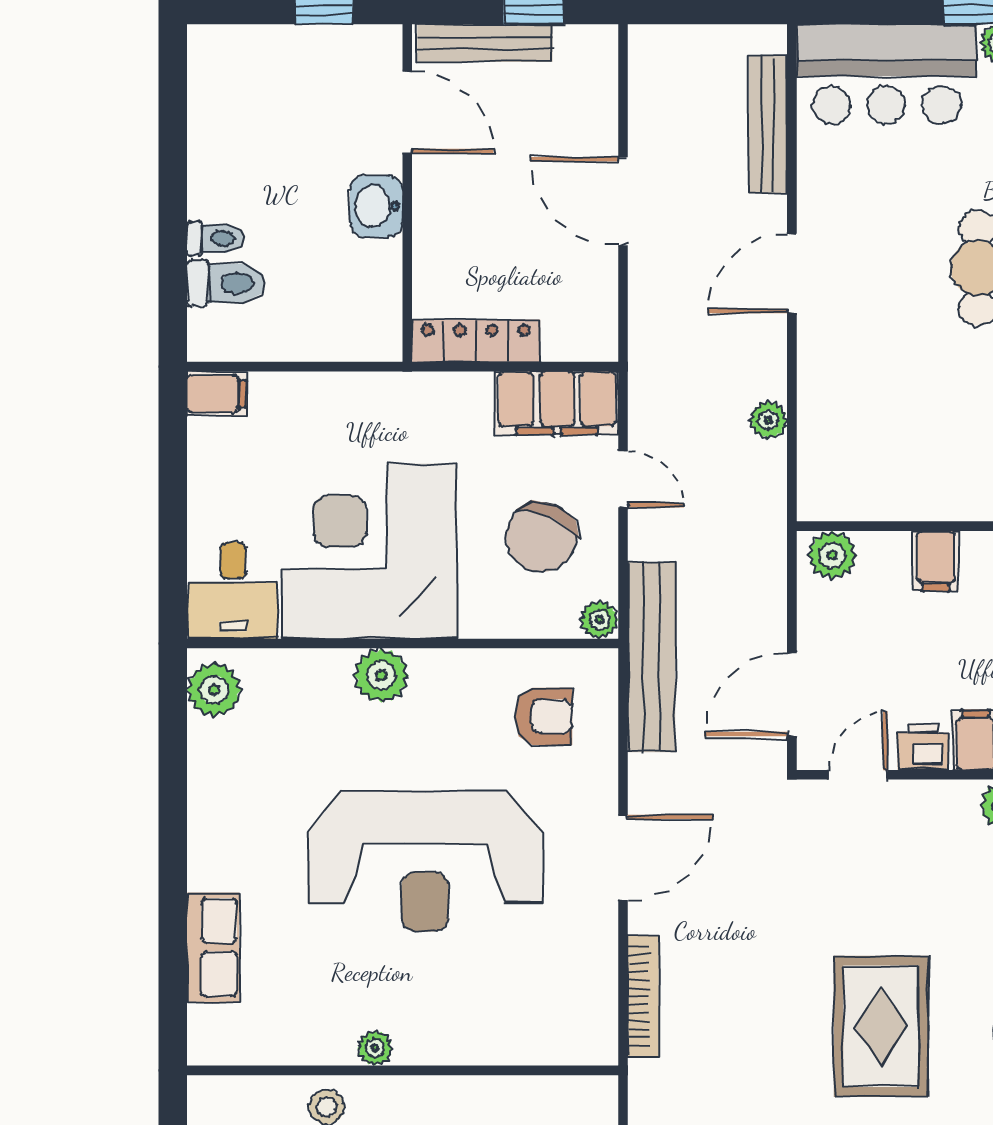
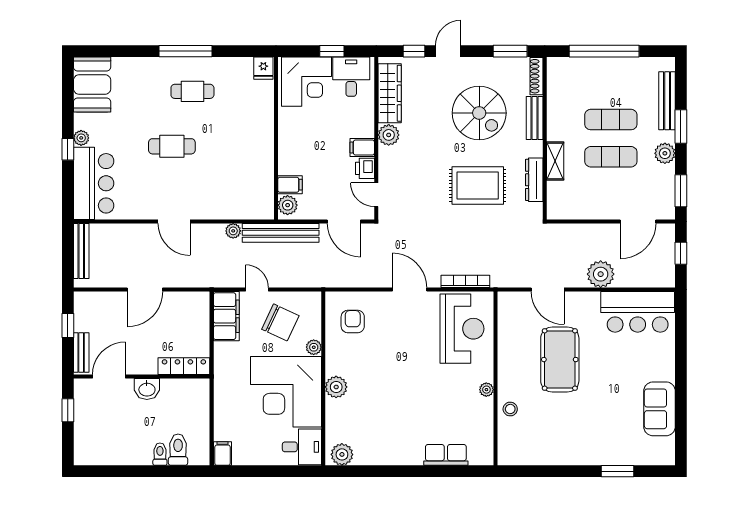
bench: (485, 43) -> (81, 353), width x0.73
bench: (768, 125) -> (81, 251), moved, turned 90
locker: (476, 341) -> (184, 366), moved, turned 90
door: (623, 479) -> (257, 290), hinge flipped
filing cabinet: (936, 561) -> (290, 185), moved
plant: (599, 620) -> (314, 347), moved
bench: (651, 657) -> (281, 233), moved
reception desk: (425, 861) -> (462, 329), moved, width x0.74, depth x0.77

